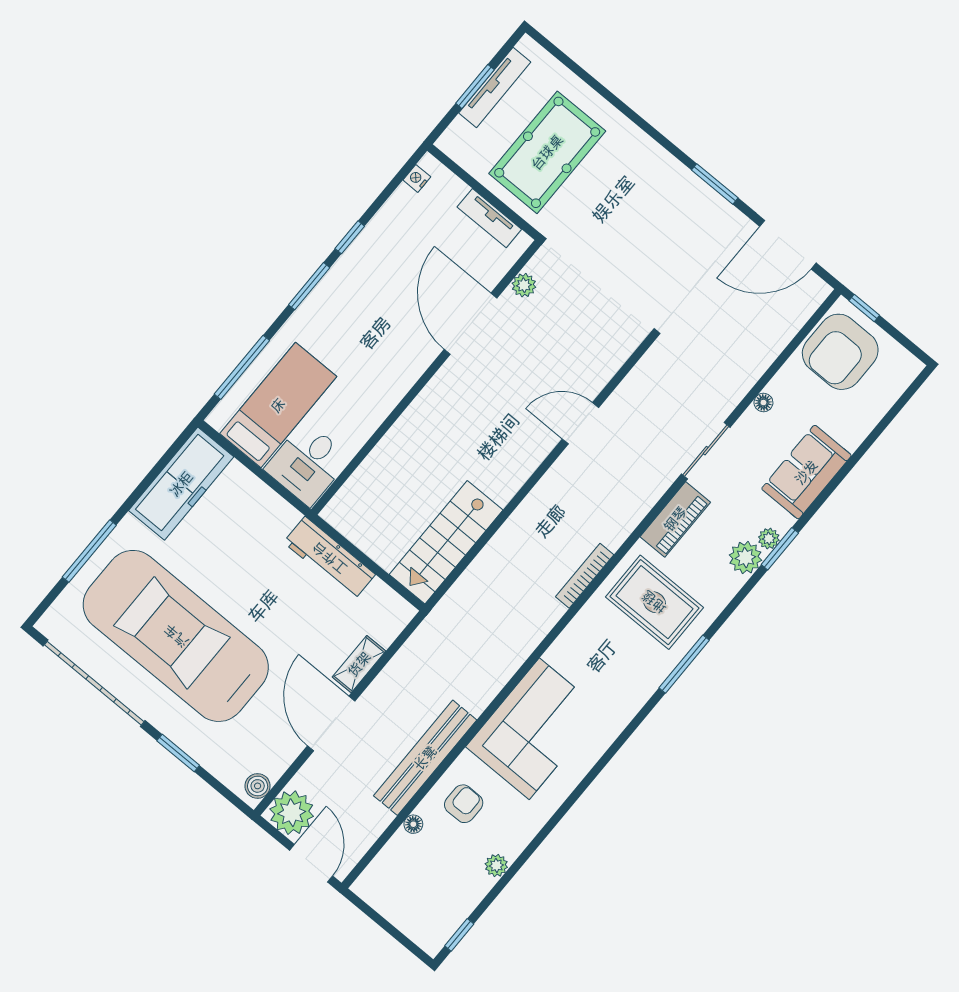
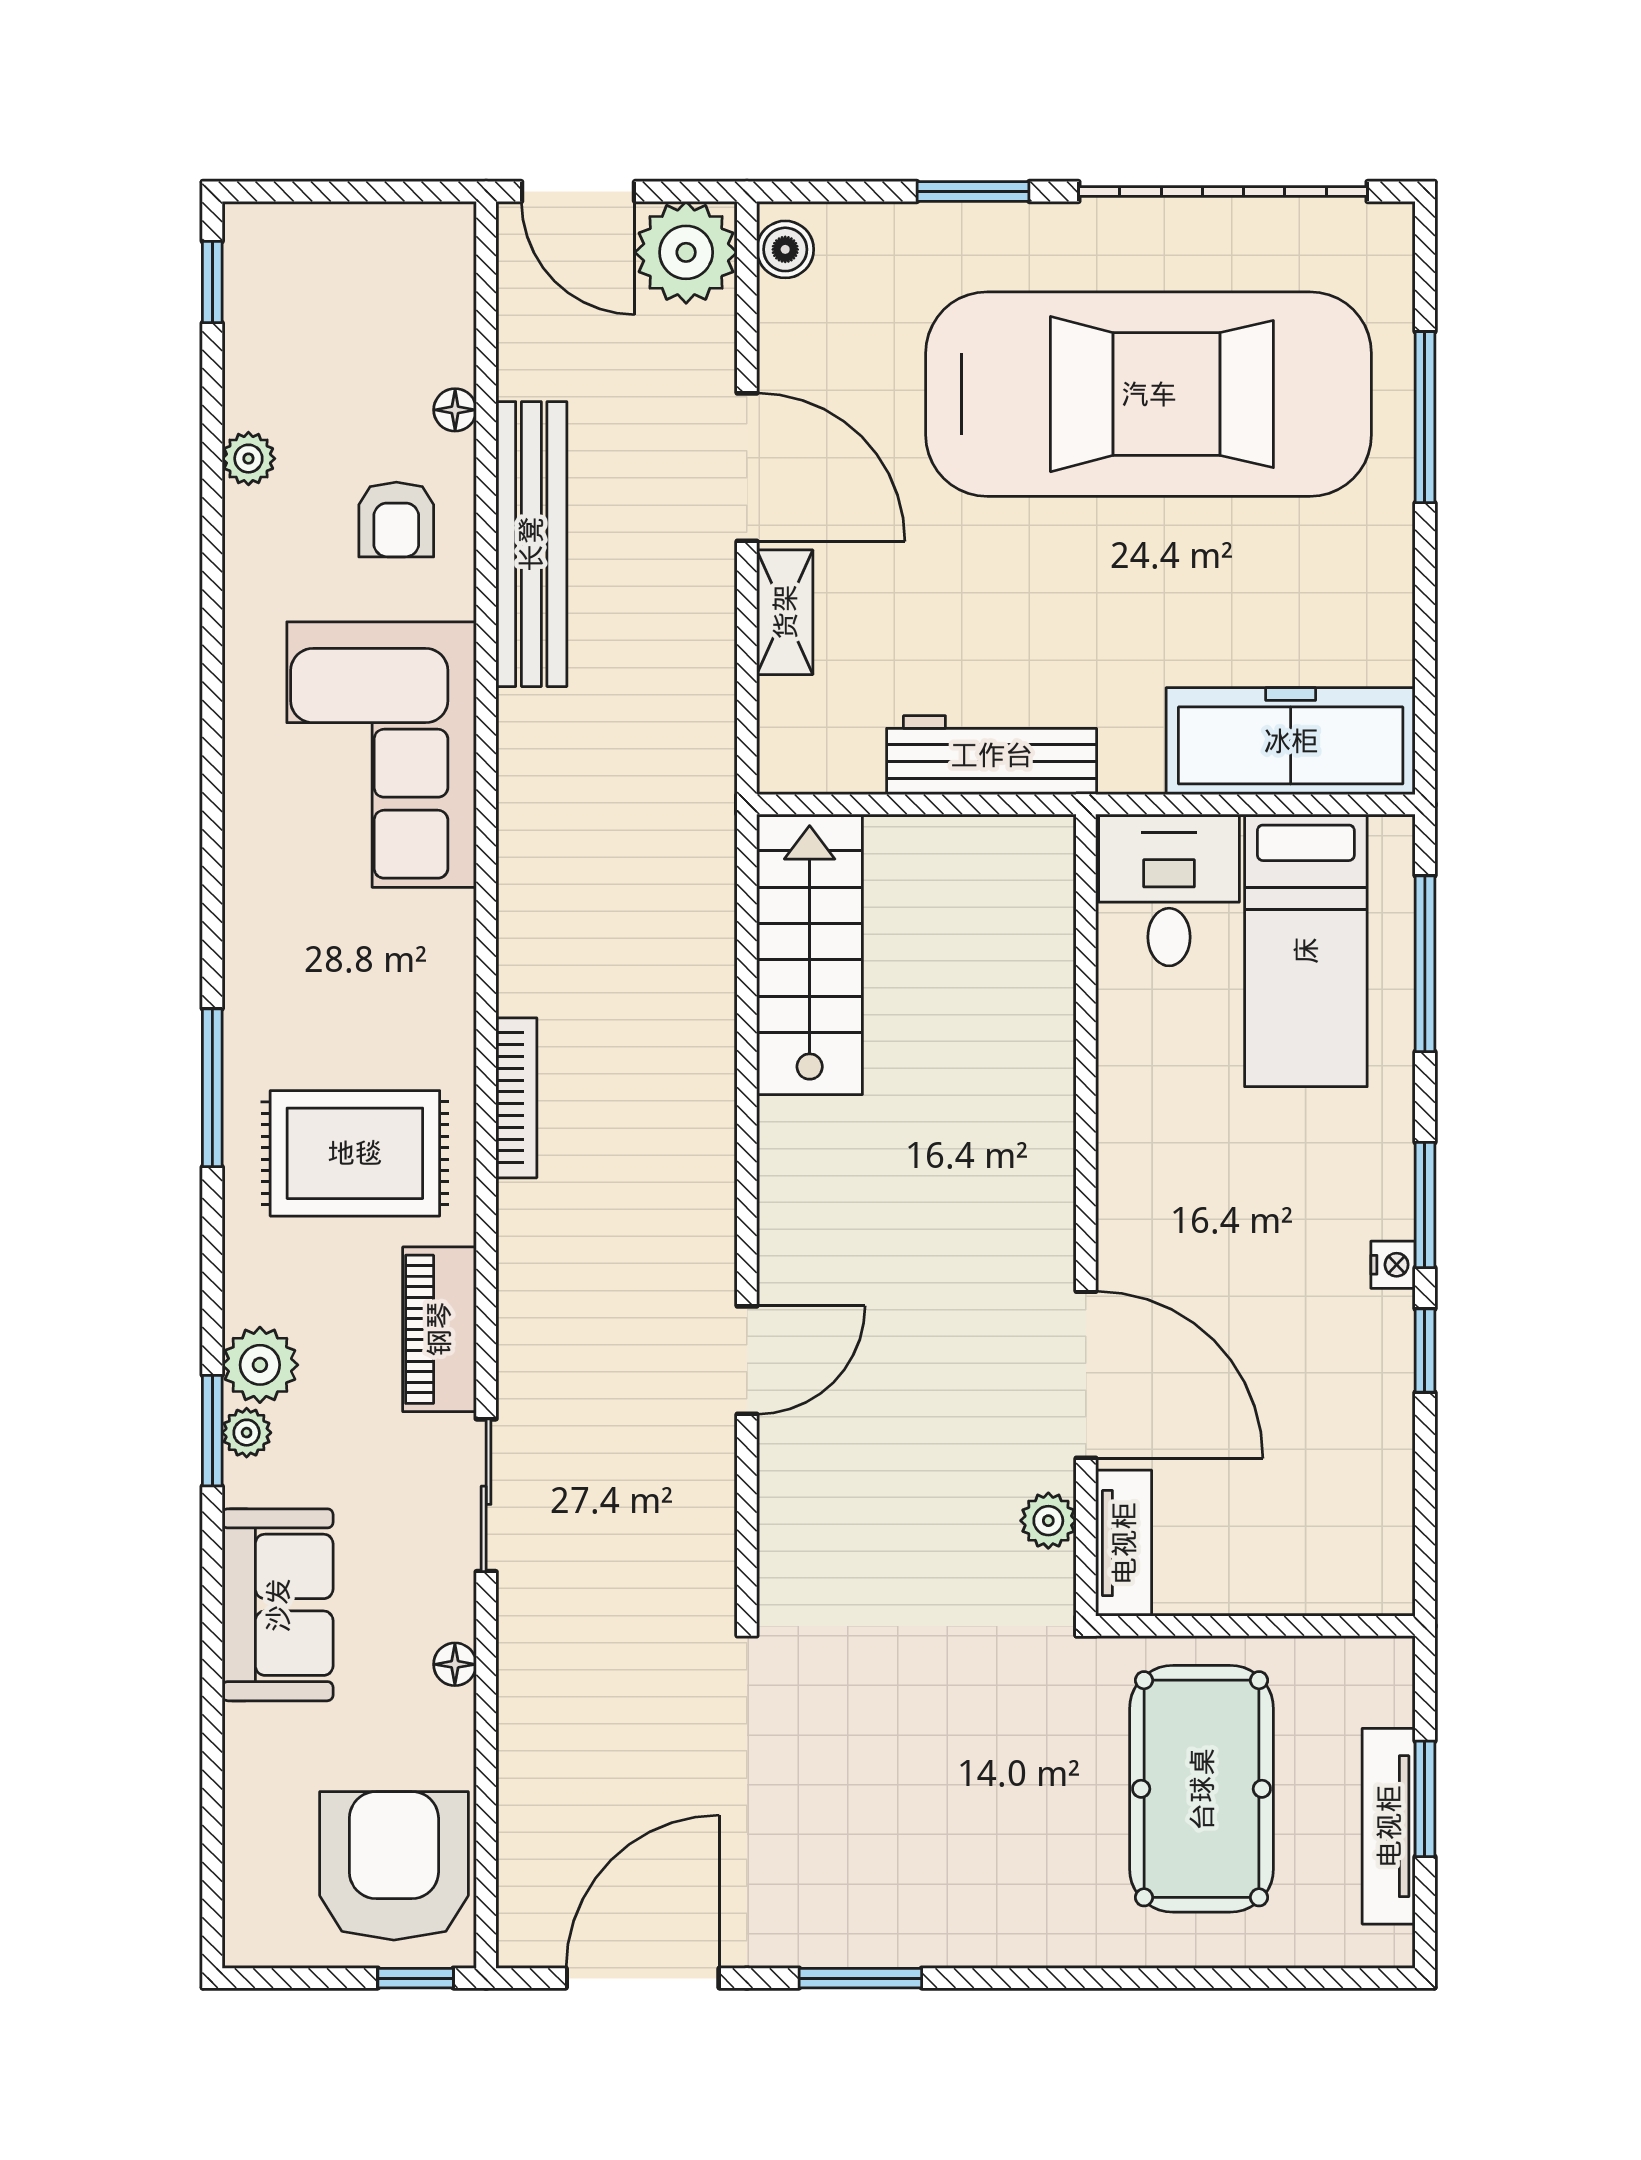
nightstand: (417, 178) -> (1393, 1265), moved
tv unit: (489, 218) -> (1124, 1543), moved, turned 90
freezer: (181, 484) -> (1291, 741), moved, turned 90

